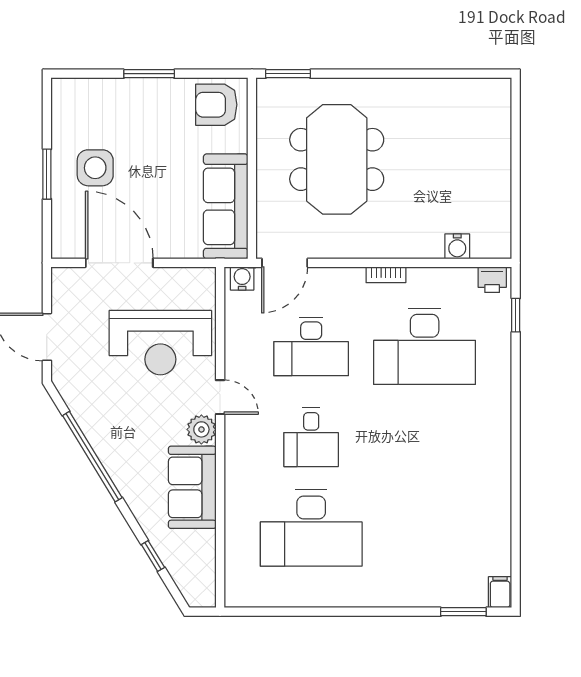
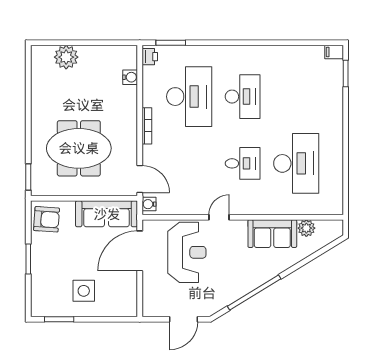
armchair: (216, 105) -> (47, 219), turned -86
plant: (491, 138) -> (66, 57), added
window: (47, 174) -> (59, 319), moved
door: (119, 263) -> (140, 251), moved
bookcase: (386, 275) -> (147, 126), width x1.56
window: (516, 315) -> (171, 43), width x1.50
desk: (311, 346) -> (243, 97), moved
plant: (201, 429) -> (306, 228), moved
window: (153, 556) -> (313, 257), removed

